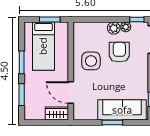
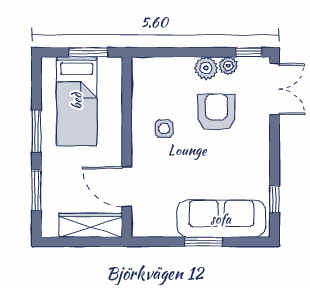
side table: (91, 61) -> (164, 128), width x0.54, depth x0.54
wardrobe: (57, 113) -> (91, 225), width x1.50

